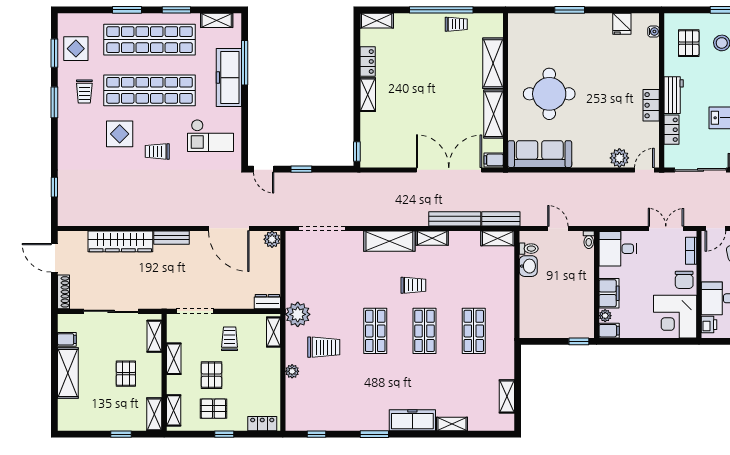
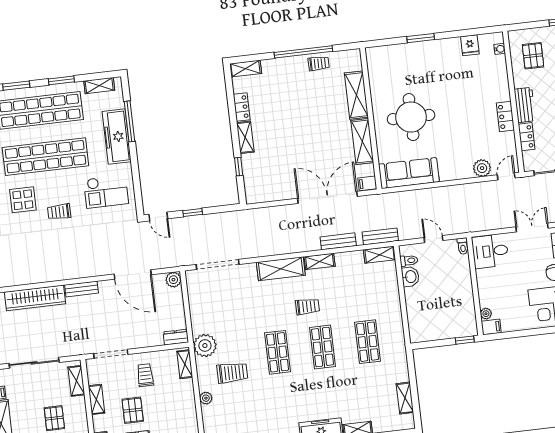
window: (357, 151) -> (239, 167), moved
bench: (455, 219) -> (338, 241), width x0.73
filing cabinet: (609, 293) -> (487, 293), removed

